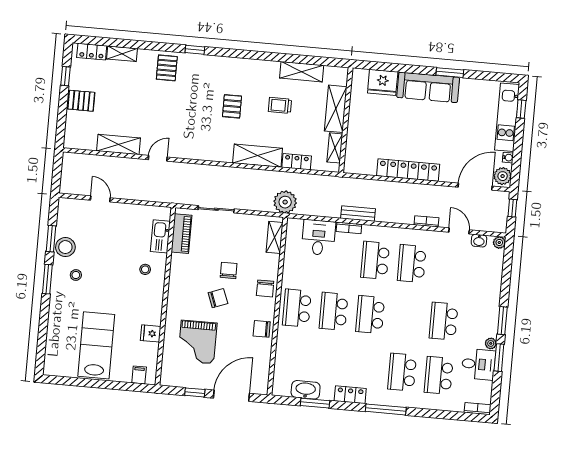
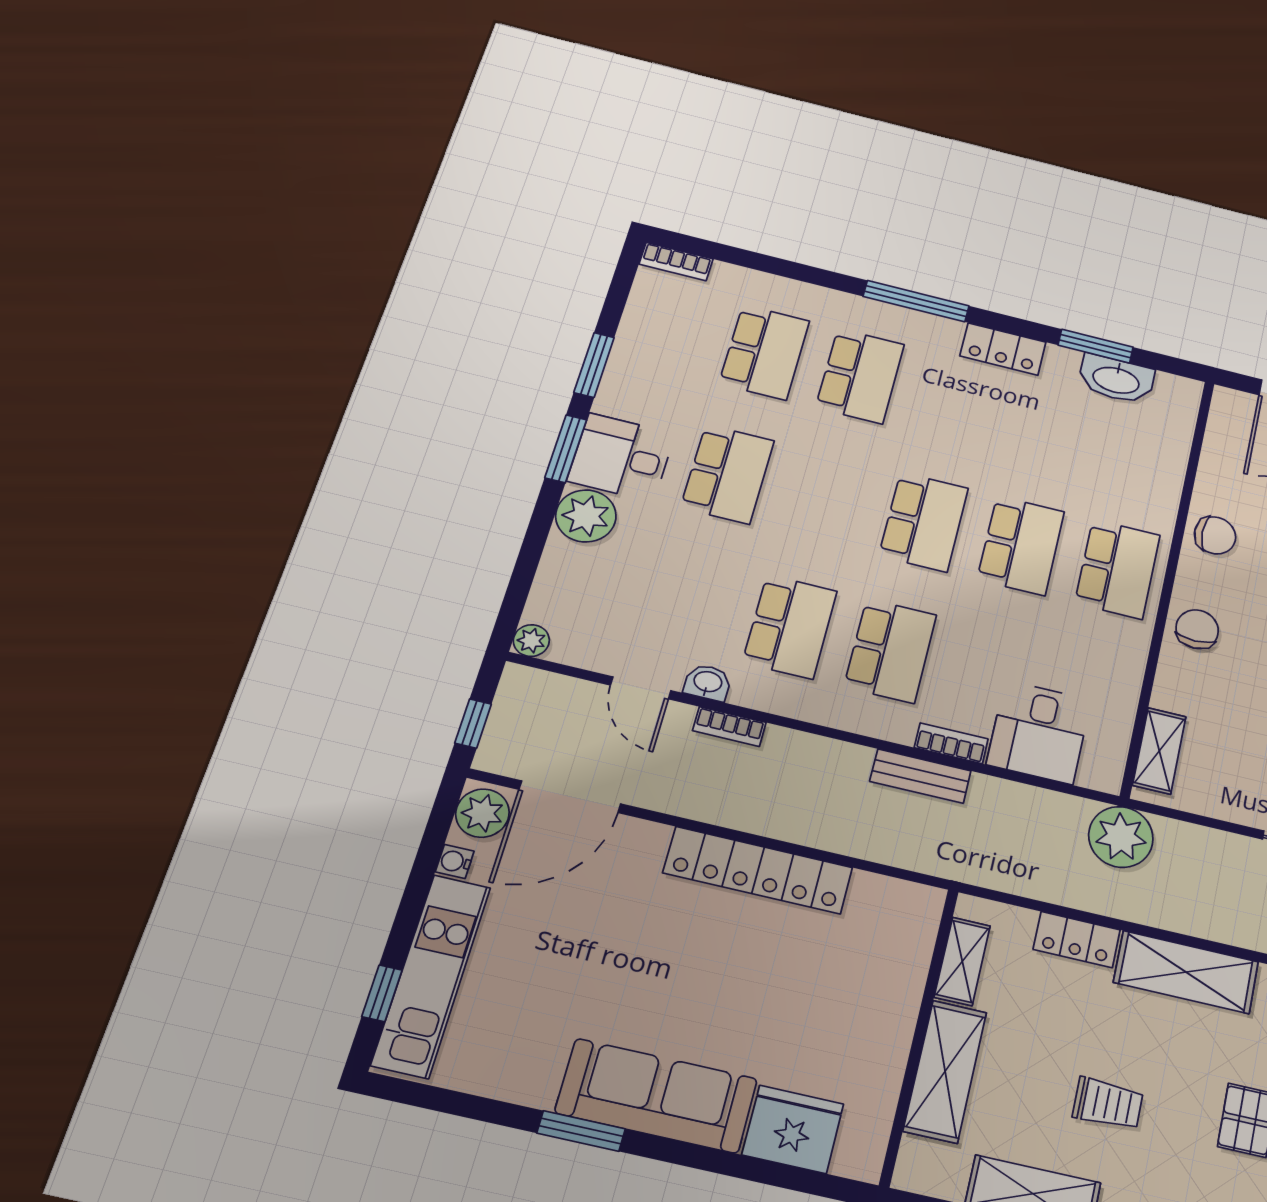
washbasin: (479, 241) -> (708, 682), moved
plant: (491, 343) -> (586, 516), moved, width x1.87, depth x1.87
desk: (478, 364) -> (621, 457), moved

